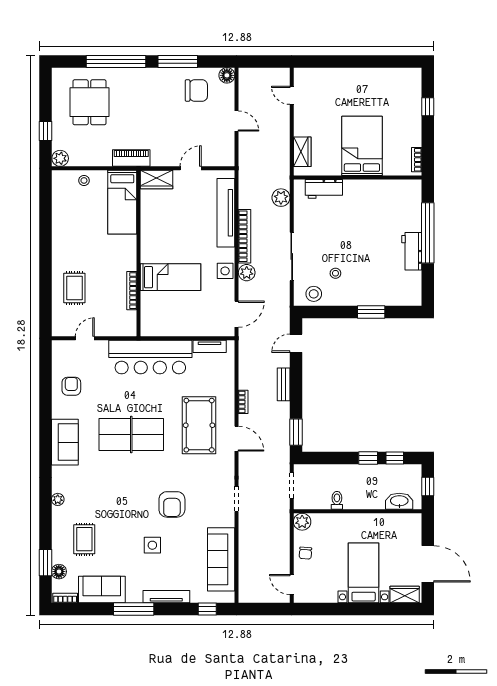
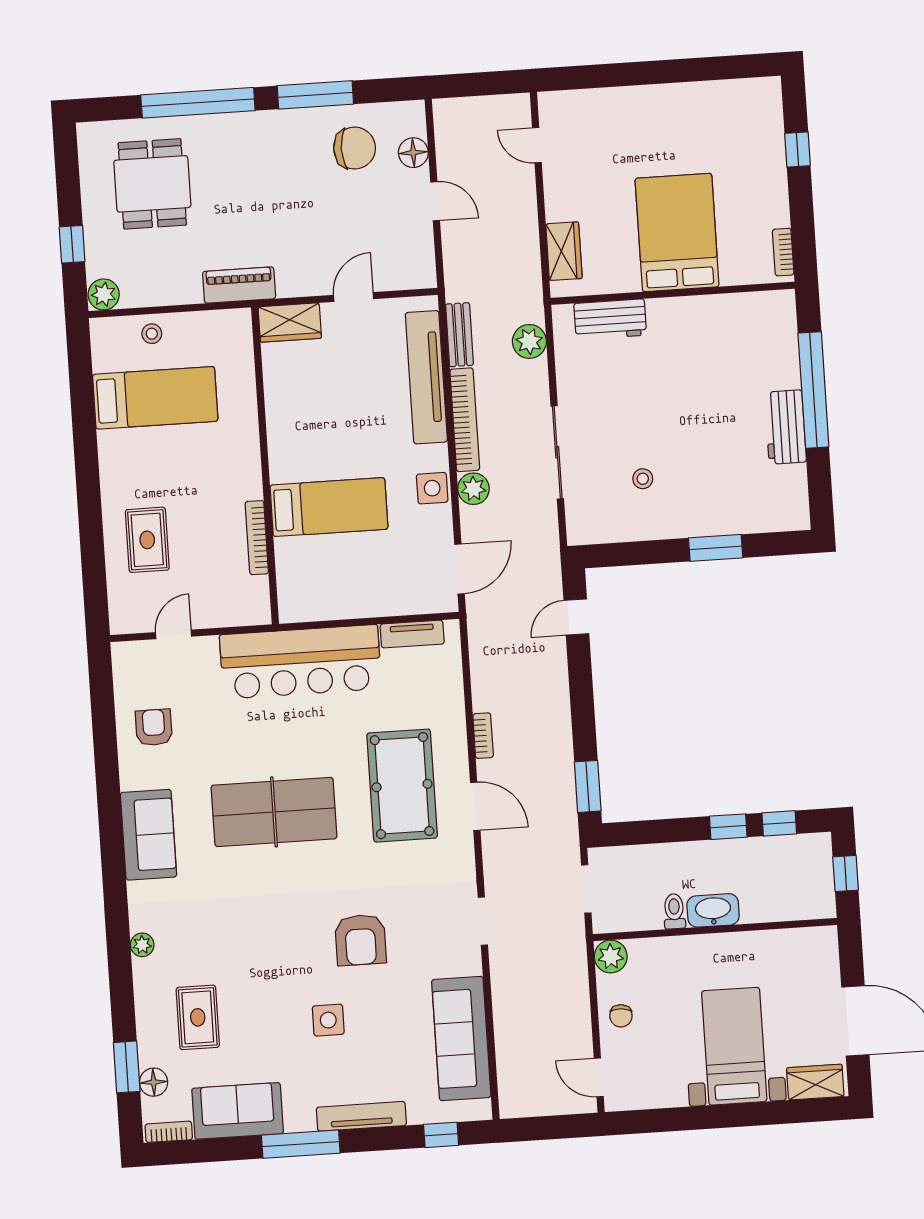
floor lamp: (227, 75) -> (413, 153), moved
bed: (122, 202) -> (155, 398), moved, turned -90
stool: (314, 294) -> (604, 521), removed
bench: (284, 384) -> (459, 335), moved
washbasin: (399, 501) -> (713, 910), moved

